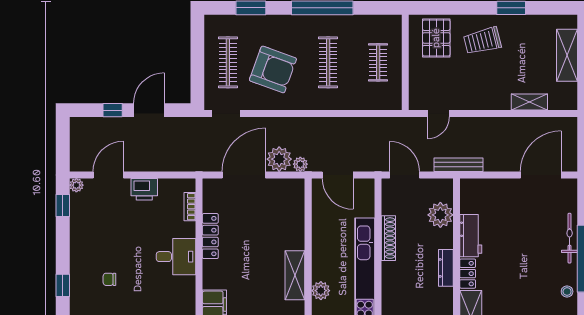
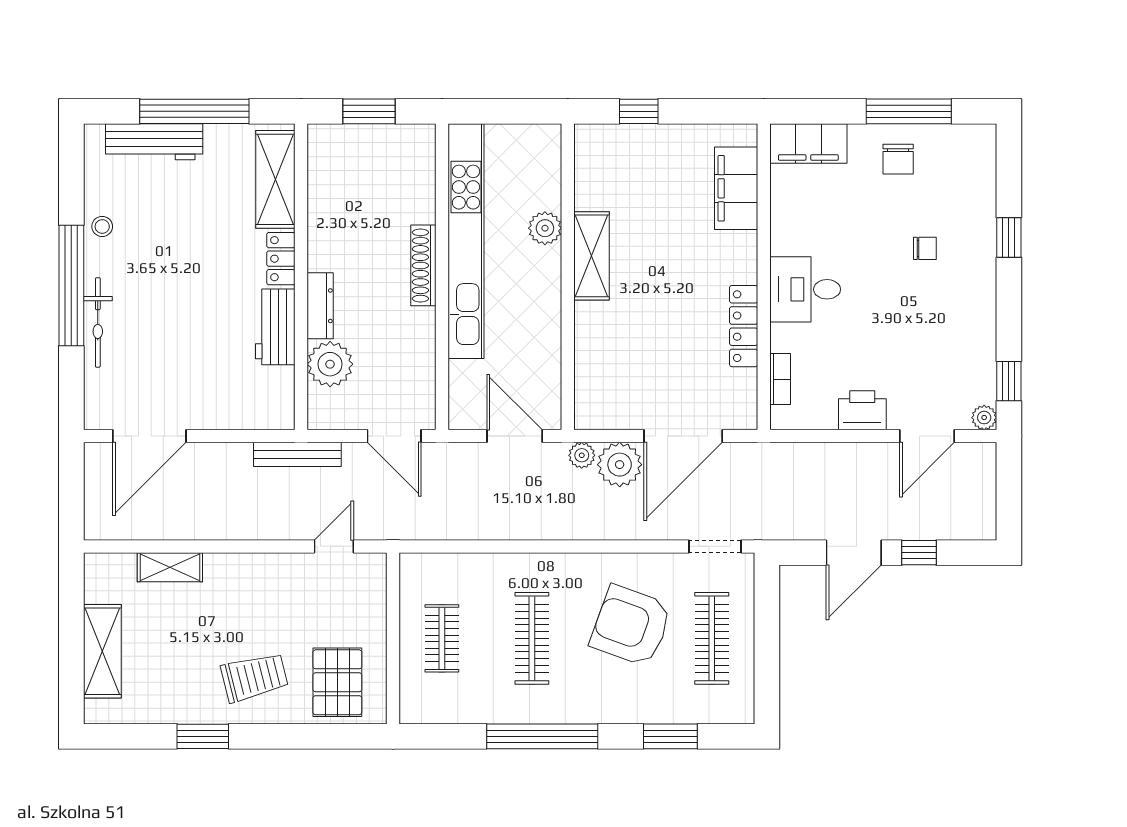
shoe rack: (388, 238) -> (423, 265), moved
dresser: (446, 268) -> (320, 306), moved

